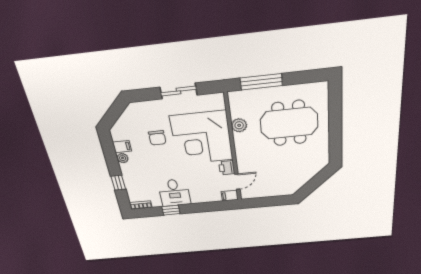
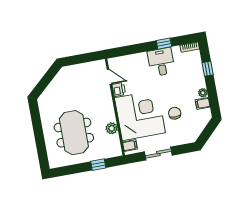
window: (261, 82) -> (98, 165), width x0.46
meeting table: (289, 123) -> (74, 133), turned 90
door: (237, 182) -> (109, 77), swing flipped
filing cabinet: (230, 196) -> (130, 145), moved

